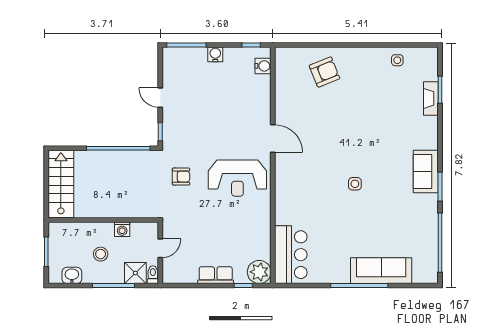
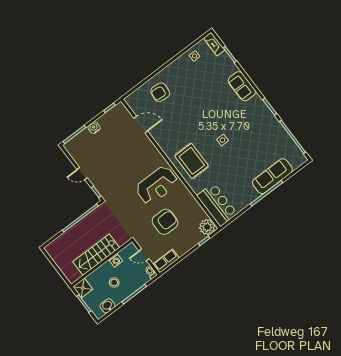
water cooler: (263, 66) -> (125, 114), removed
armchair: (325, 72) -> (160, 92), turned -152
fireplace: (431, 98) -> (214, 44), moved
door: (273, 139) -> (141, 125), moved
sofa: (426, 172) -> (242, 86), moved
armchair: (181, 177) -> (165, 222), moved, width x1.88, depth x1.88
rug: (300, 181) -> (192, 161), added
stairs: (61, 184) -> (96, 255), moved, turned -90
door: (160, 248) -> (144, 255), swing flipped
shower: (135, 273) -> (83, 288), moved
row of seats: (216, 275) -> (166, 261), moved

